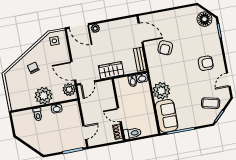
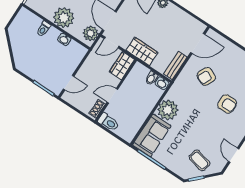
door: (141, 33) -> (198, 43), hinge flipped
armchair: (206, 63) -> (227, 104), moved
door: (228, 80) -> (234, 155), hinge flipped
wardrobe: (107, 91) -> (122, 66), added
door: (119, 115) -> (112, 96), hinge flipped

